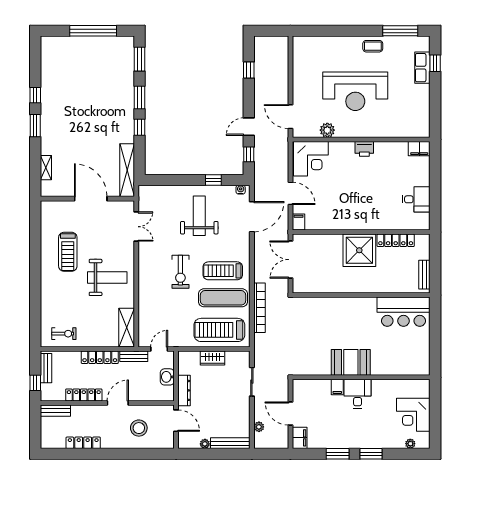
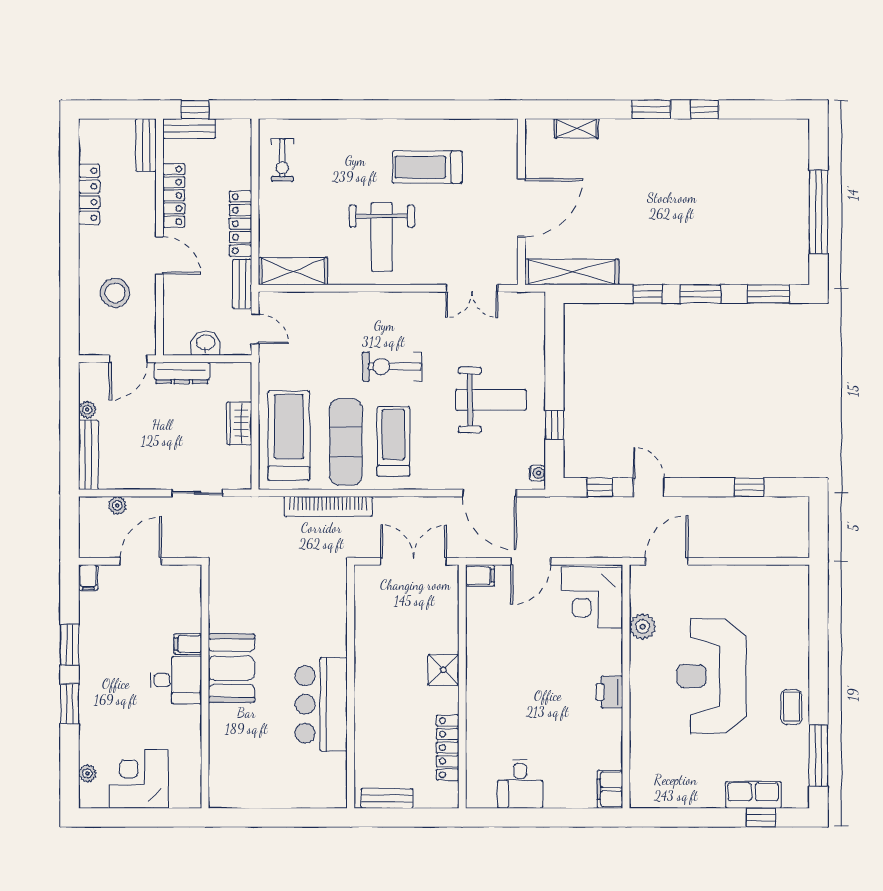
shower: (359, 250) -> (443, 670), width x0.54, depth x0.54
bar counter: (403, 312) -> (321, 704), moved
bench: (46, 368) -> (189, 129), moved
filing cabinet: (300, 438) -> (88, 577), width x0.50

